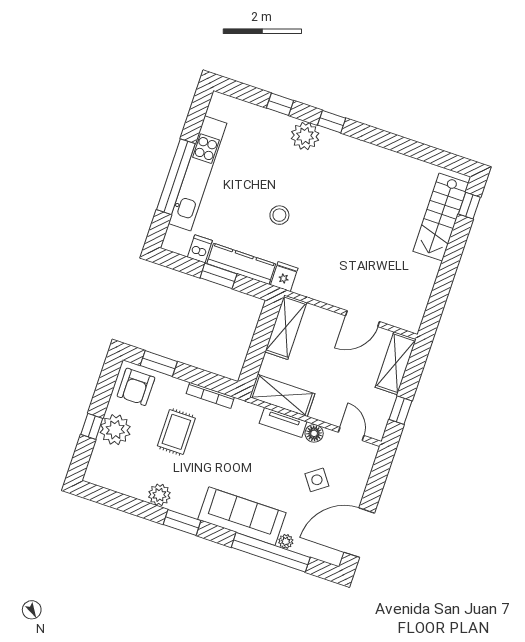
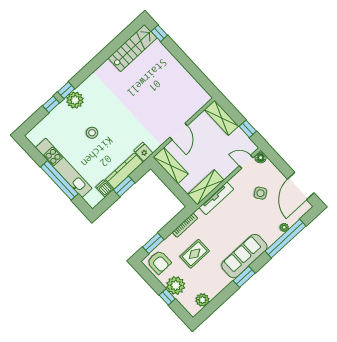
window: (332, 122) -> (66, 90), moved
stool: (279, 215) -> (92, 133), moved
stairs: (441, 217) -> (133, 48), moved, turned -90
door: (363, 319) -> (179, 131), moved
tv unit: (283, 422) -> (216, 198), width x1.41
rug: (176, 432) -> (195, 254), turned 90
floor lamp: (314, 433) -> (261, 158), moved
plant: (159, 495) -> (202, 300), moved
sofa: (242, 516) -> (244, 256), moved

